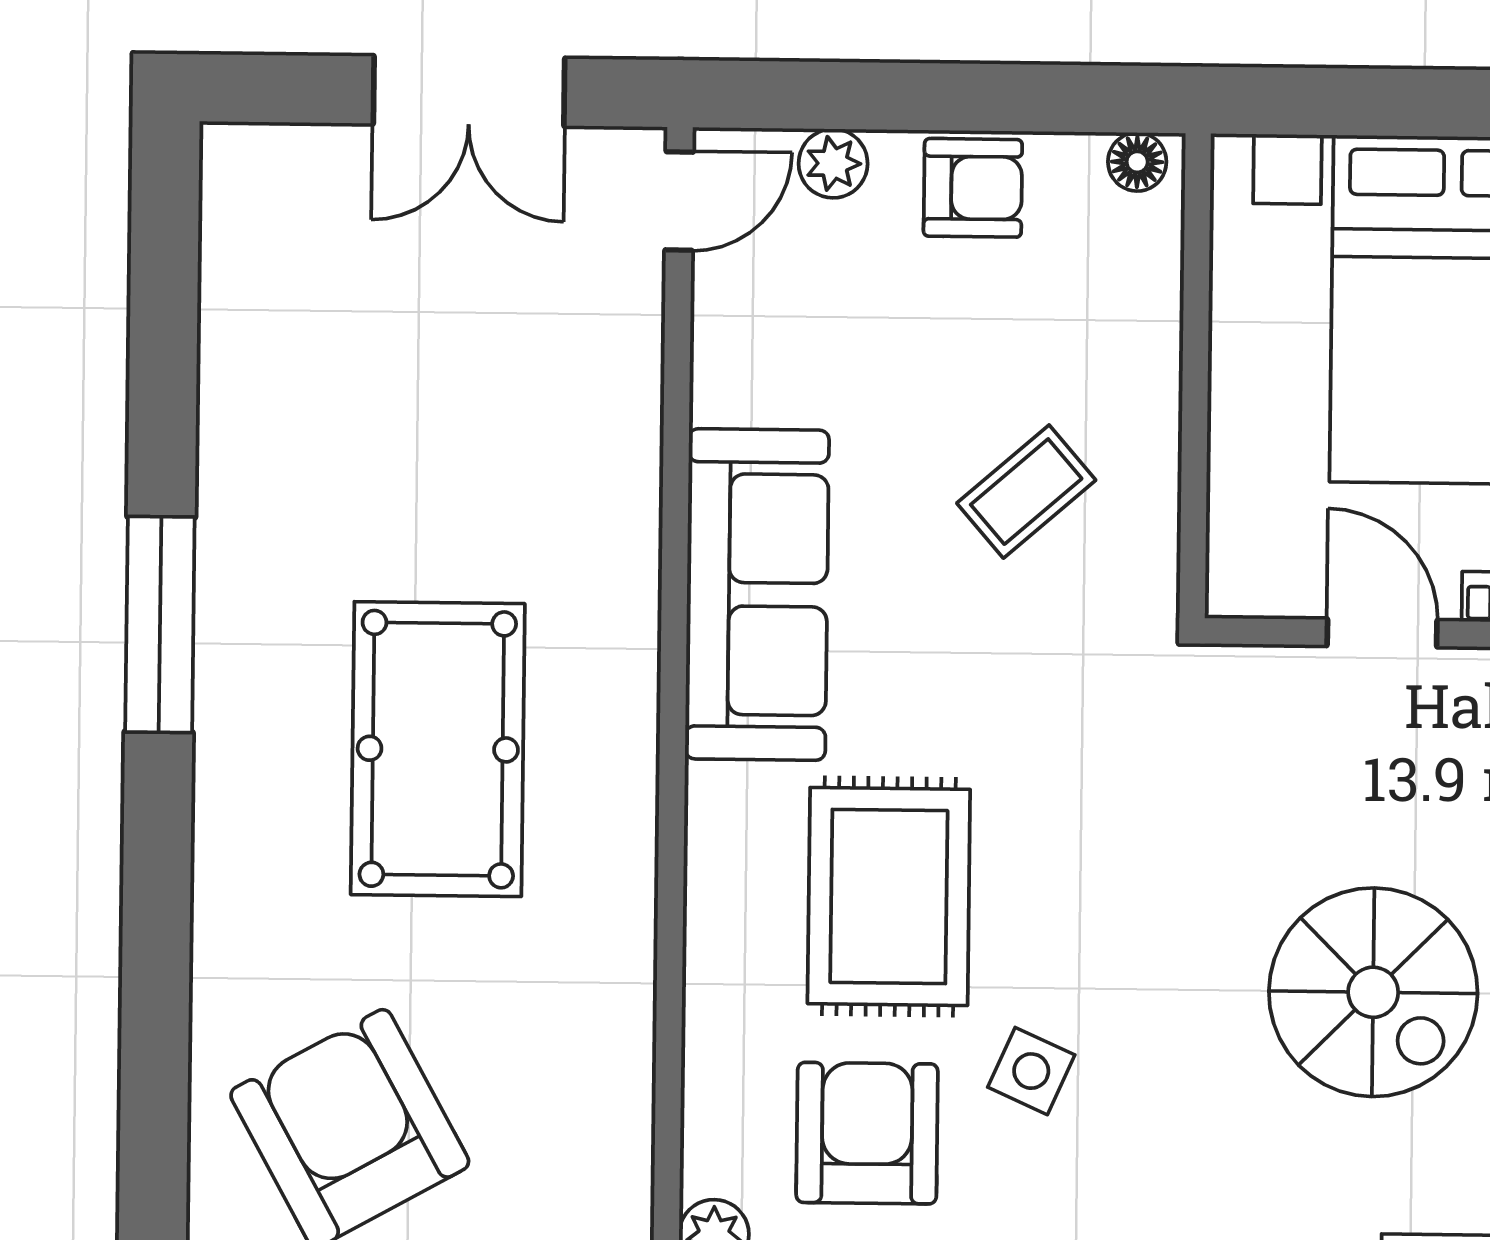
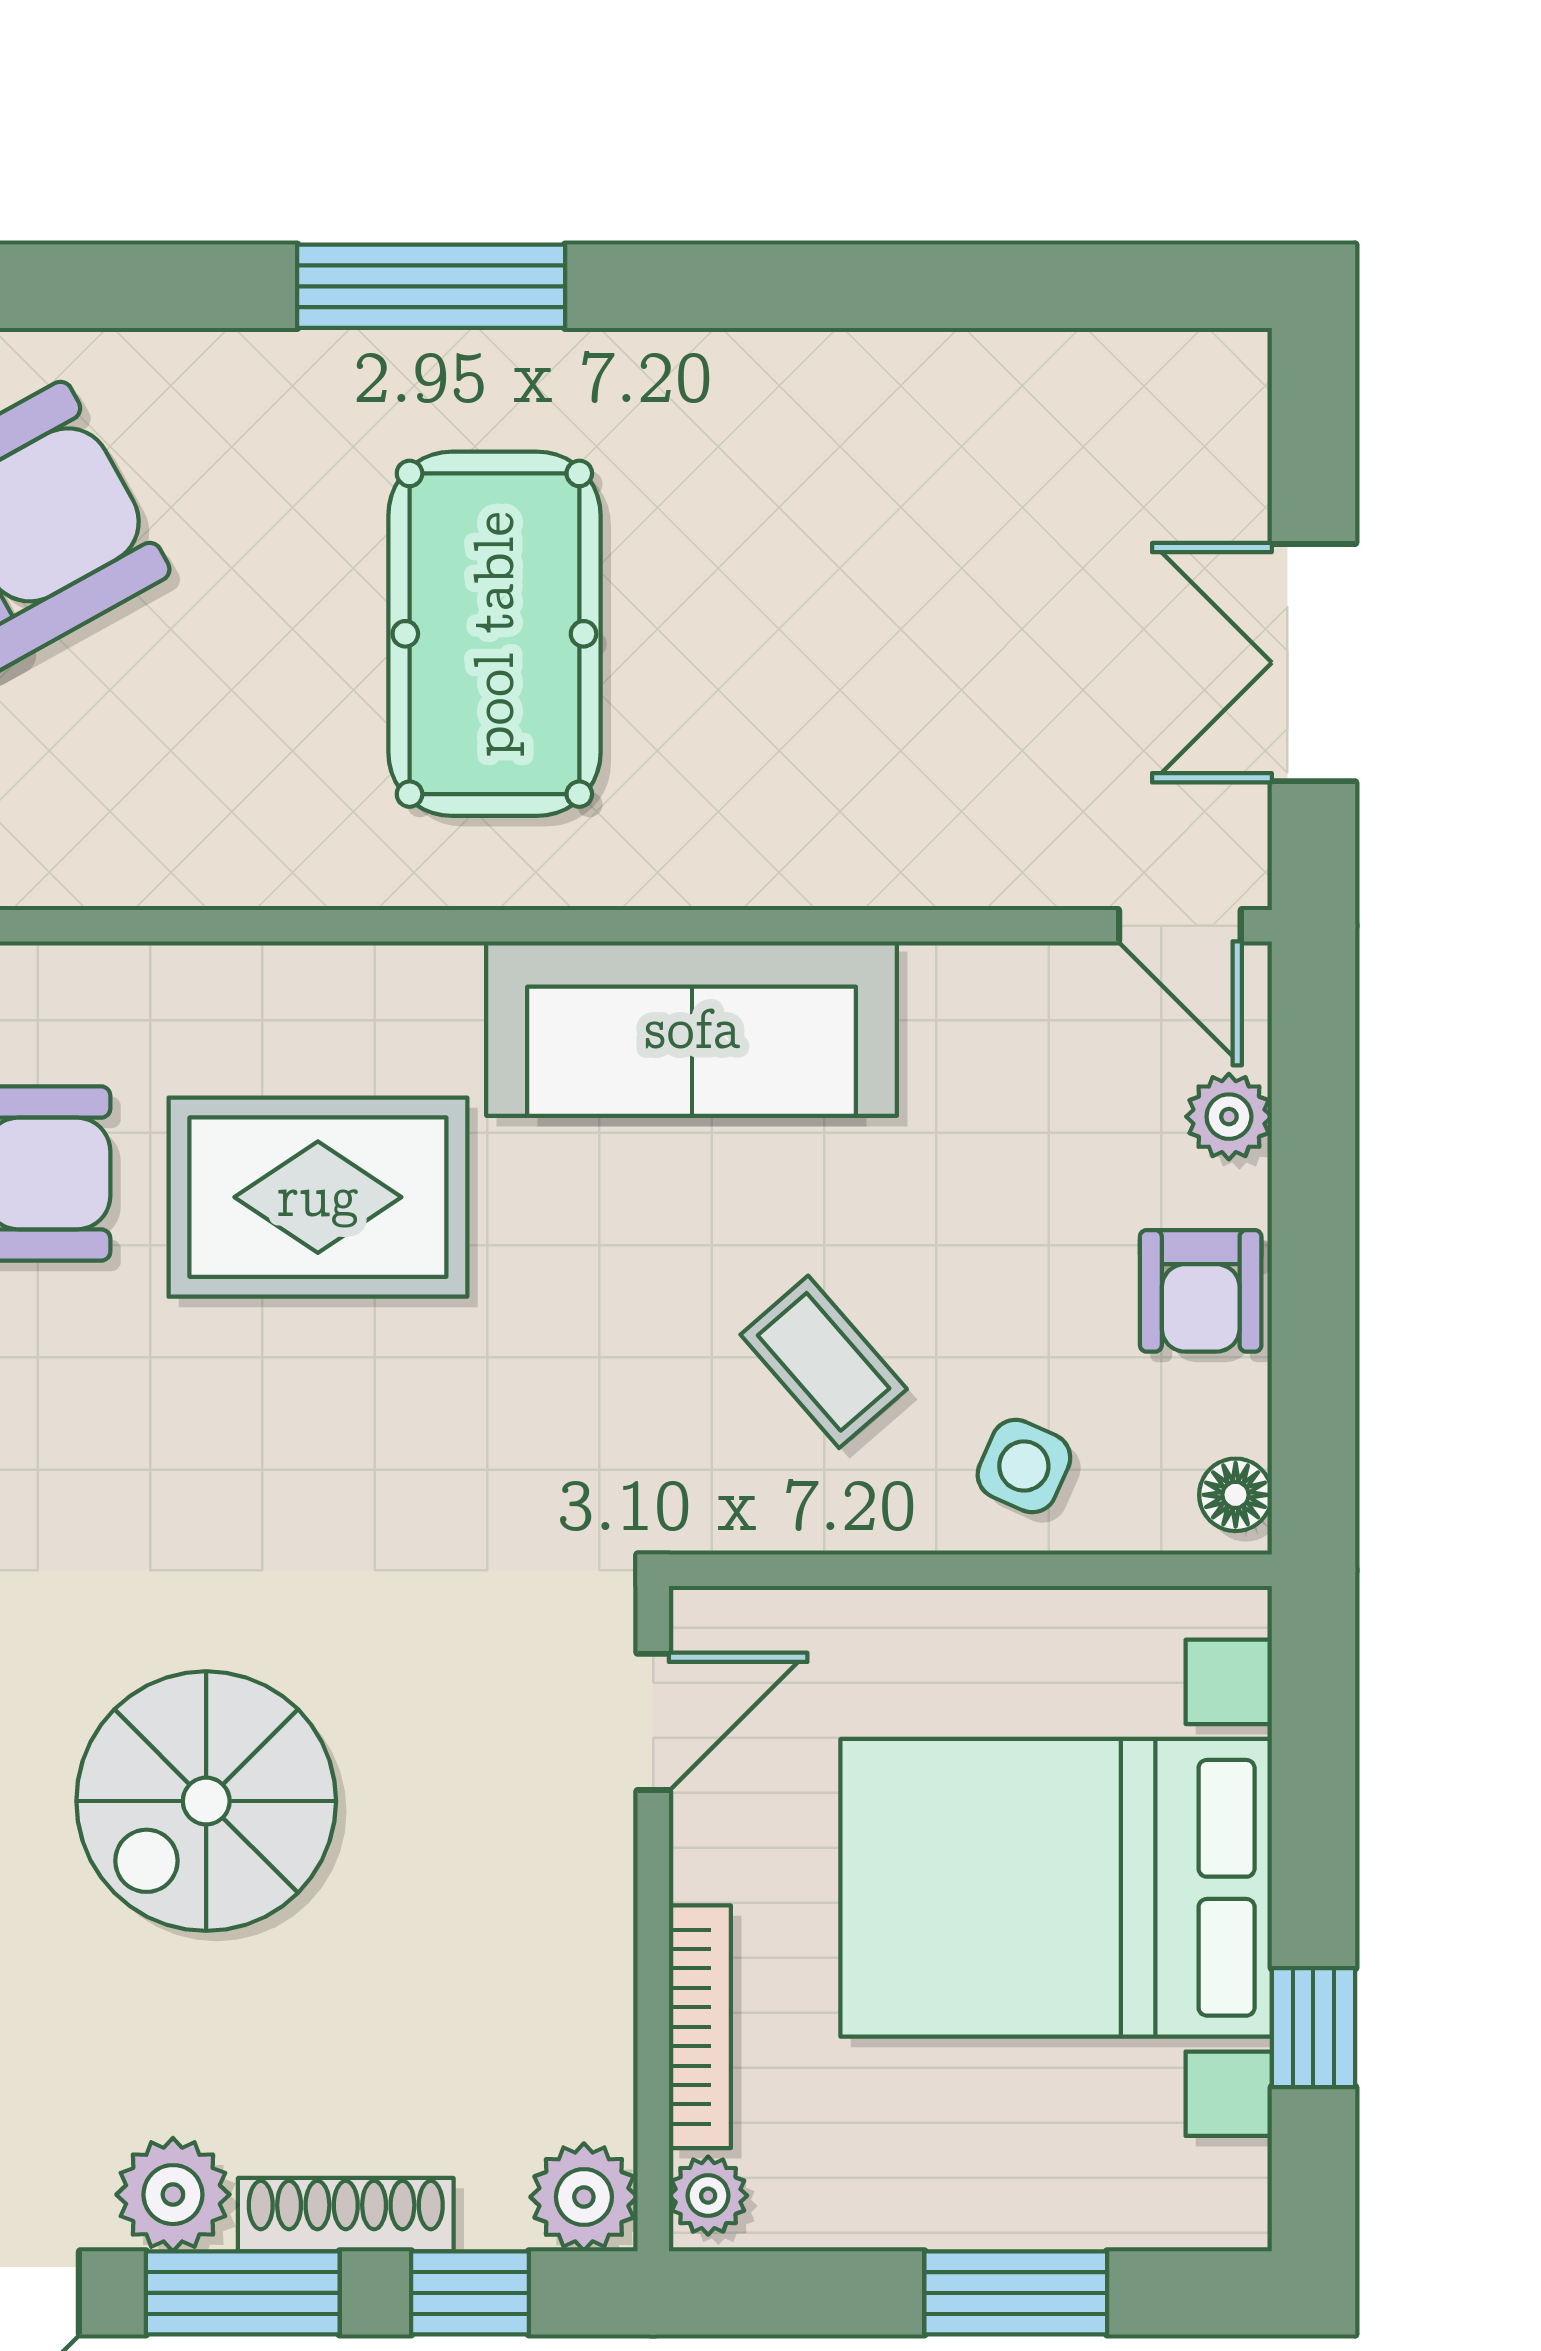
window: (160, 625) -> (431, 286), moved
door: (1382, 633) -> (653, 1722), moved
pool table: (438, 749) -> (494, 634), turned 90
side table: (1031, 1071) -> (1024, 1466), moved

